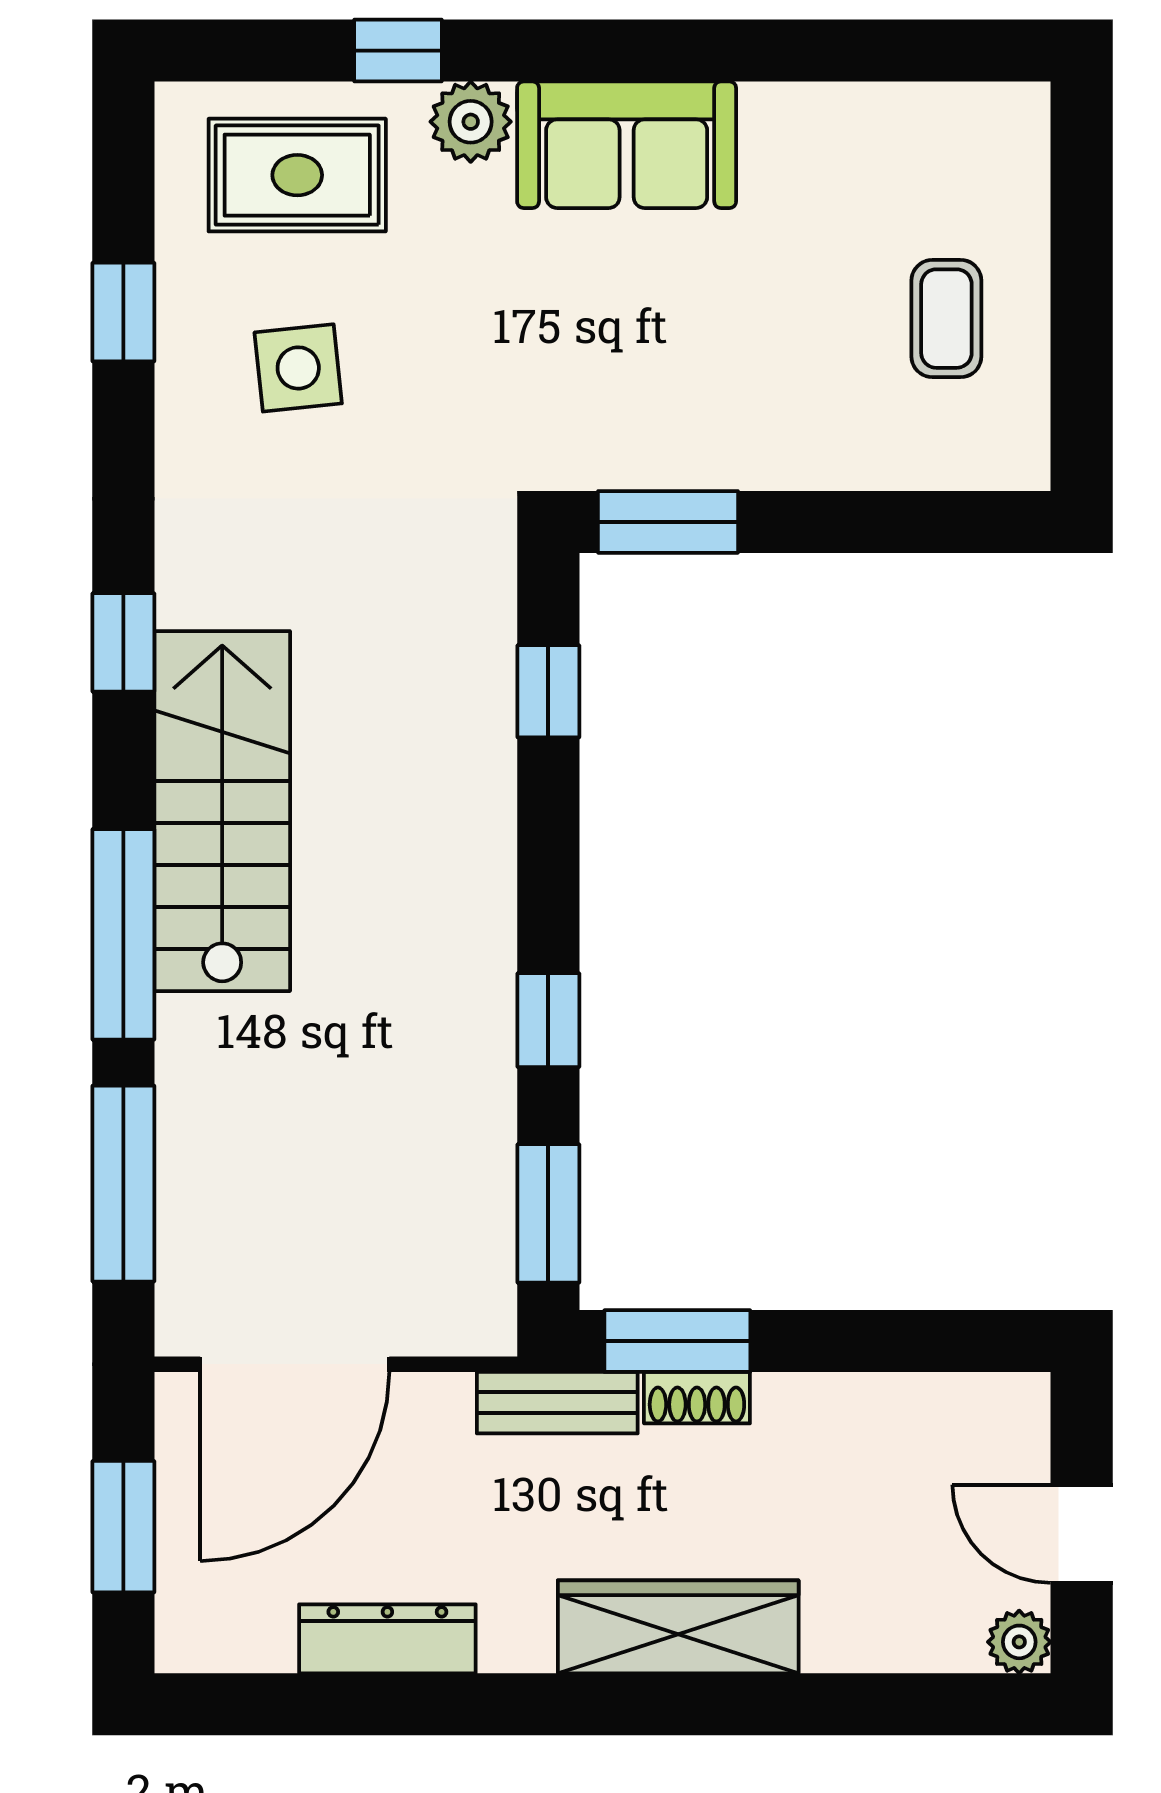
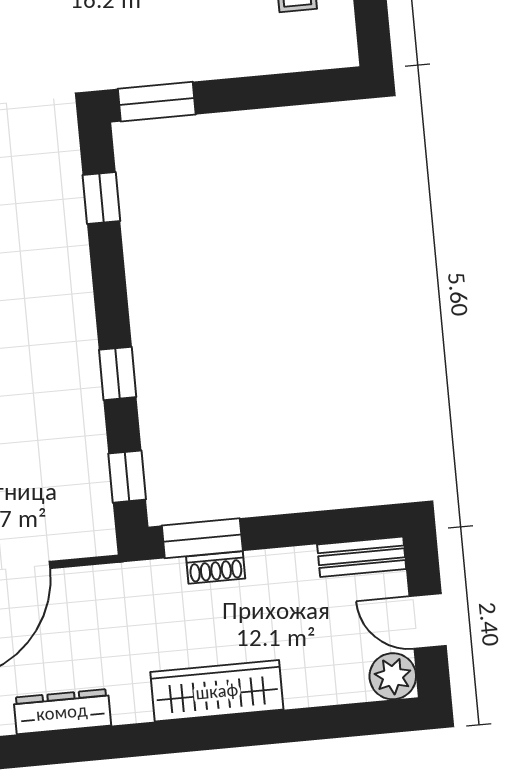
window: (548, 1213) -> (127, 477), width x0.67
bench: (557, 1403) -> (362, 557), moved
plant: (1019, 1642) -> (393, 676), width x1.38, depth x1.38

